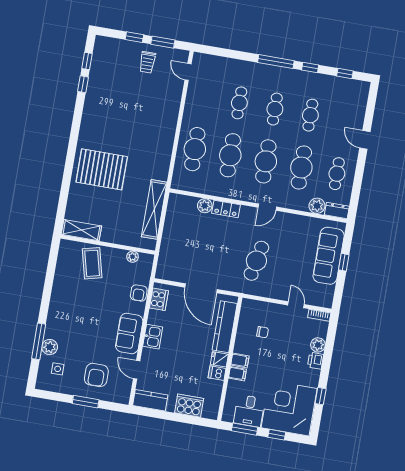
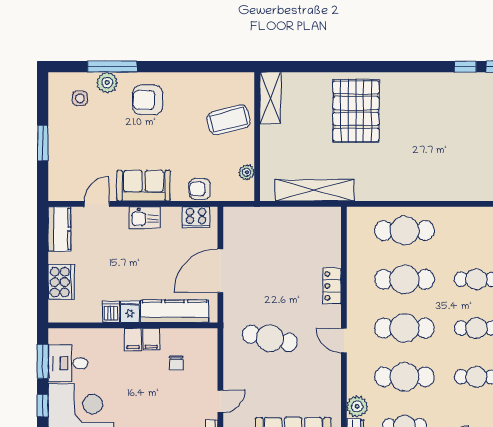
plant: (205, 206) -> (331, 257), removed
filing cabinet: (237, 374) -> (151, 339), moved
armchair: (96, 375) -> (148, 100), moved

